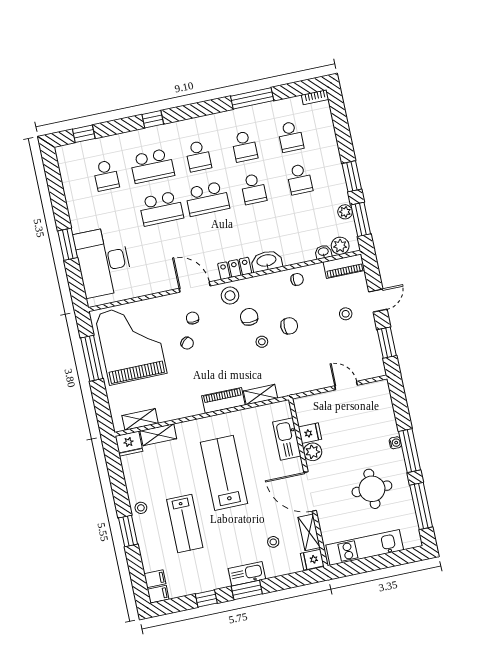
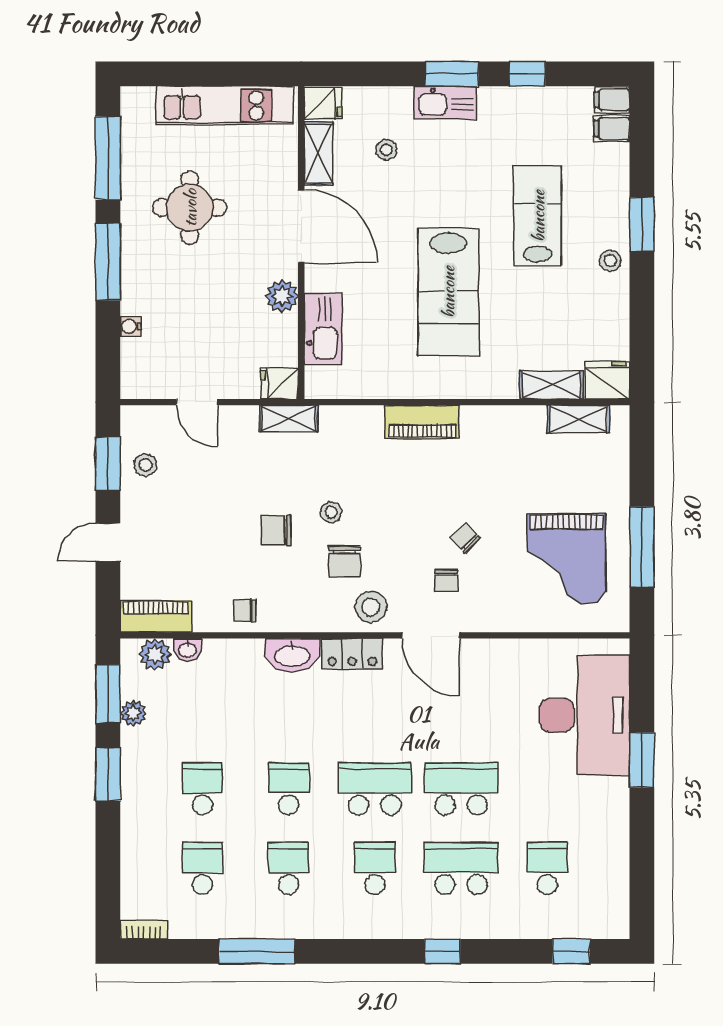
stool: (346, 314) -> (145, 465), moved
grand piano: (131, 344) -> (566, 559), width x0.73, depth x0.68
shelving: (260, 395) -> (289, 418), moved
fridge: (310, 433) -> (280, 383), moved
water cooler: (395, 443) -> (130, 326), moved

